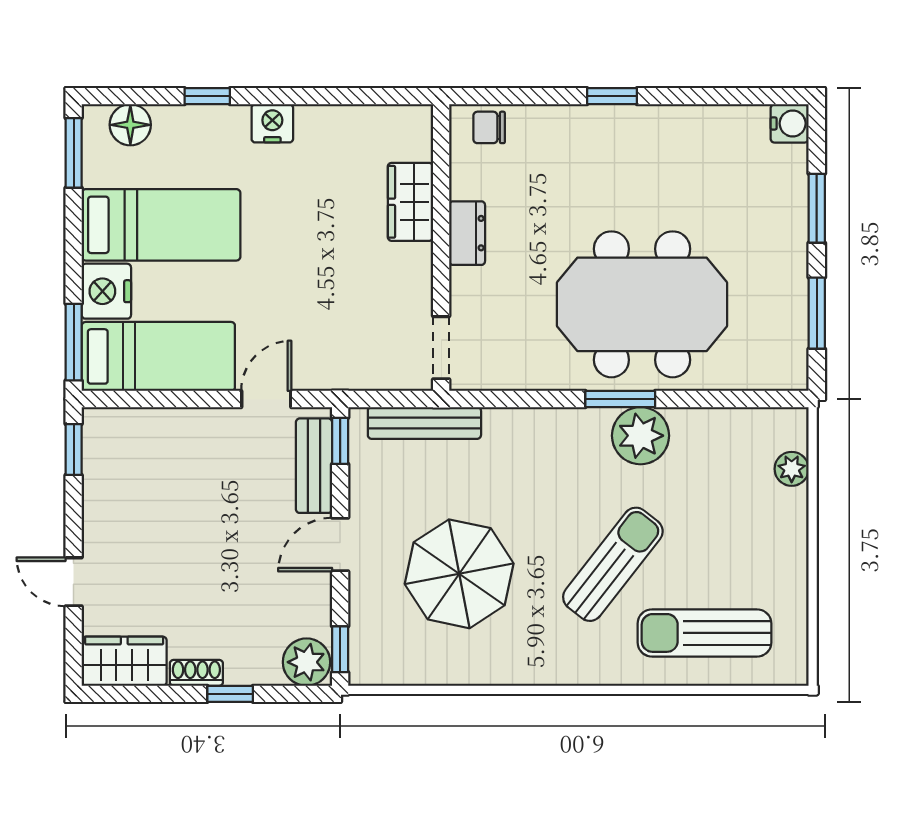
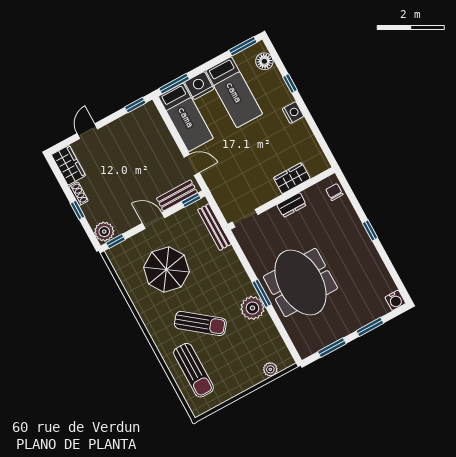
sun lounger: (704, 633) -> (194, 370), turned 180

